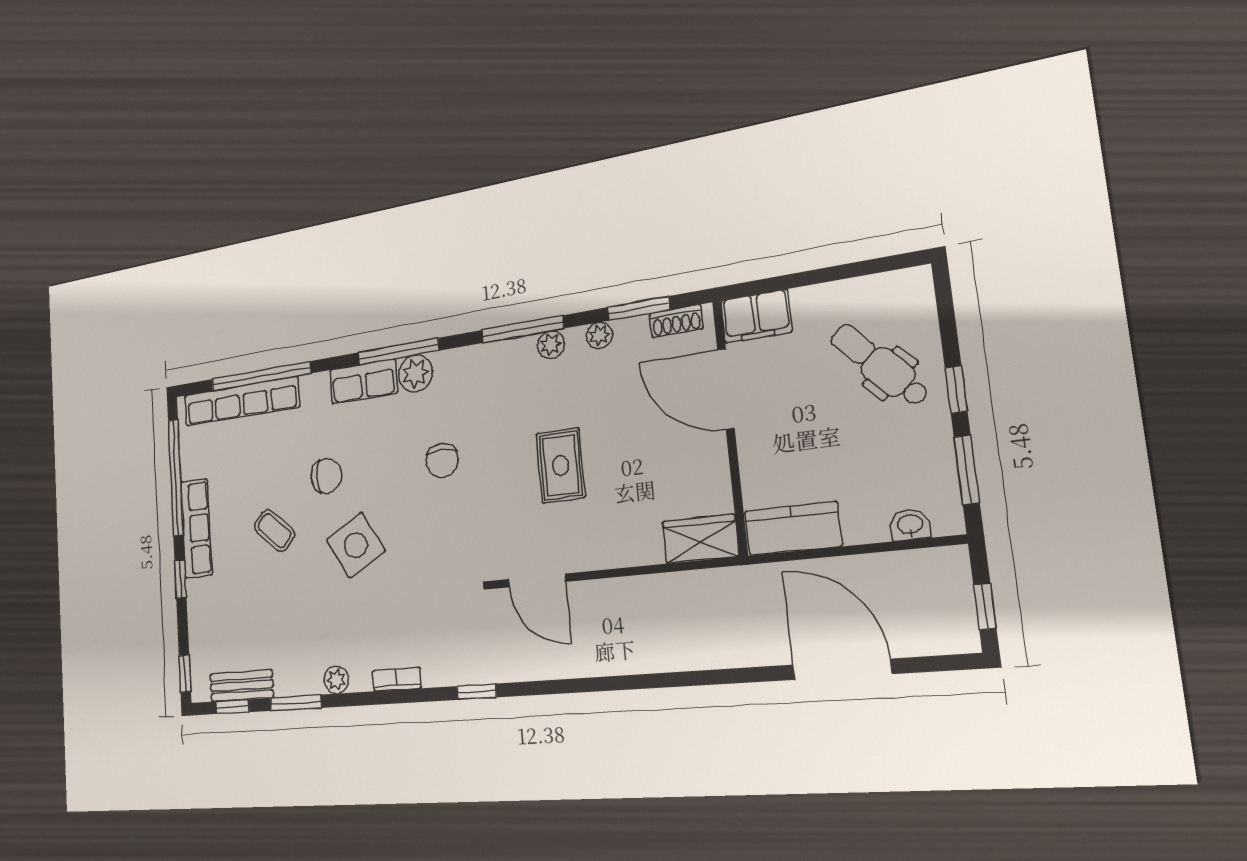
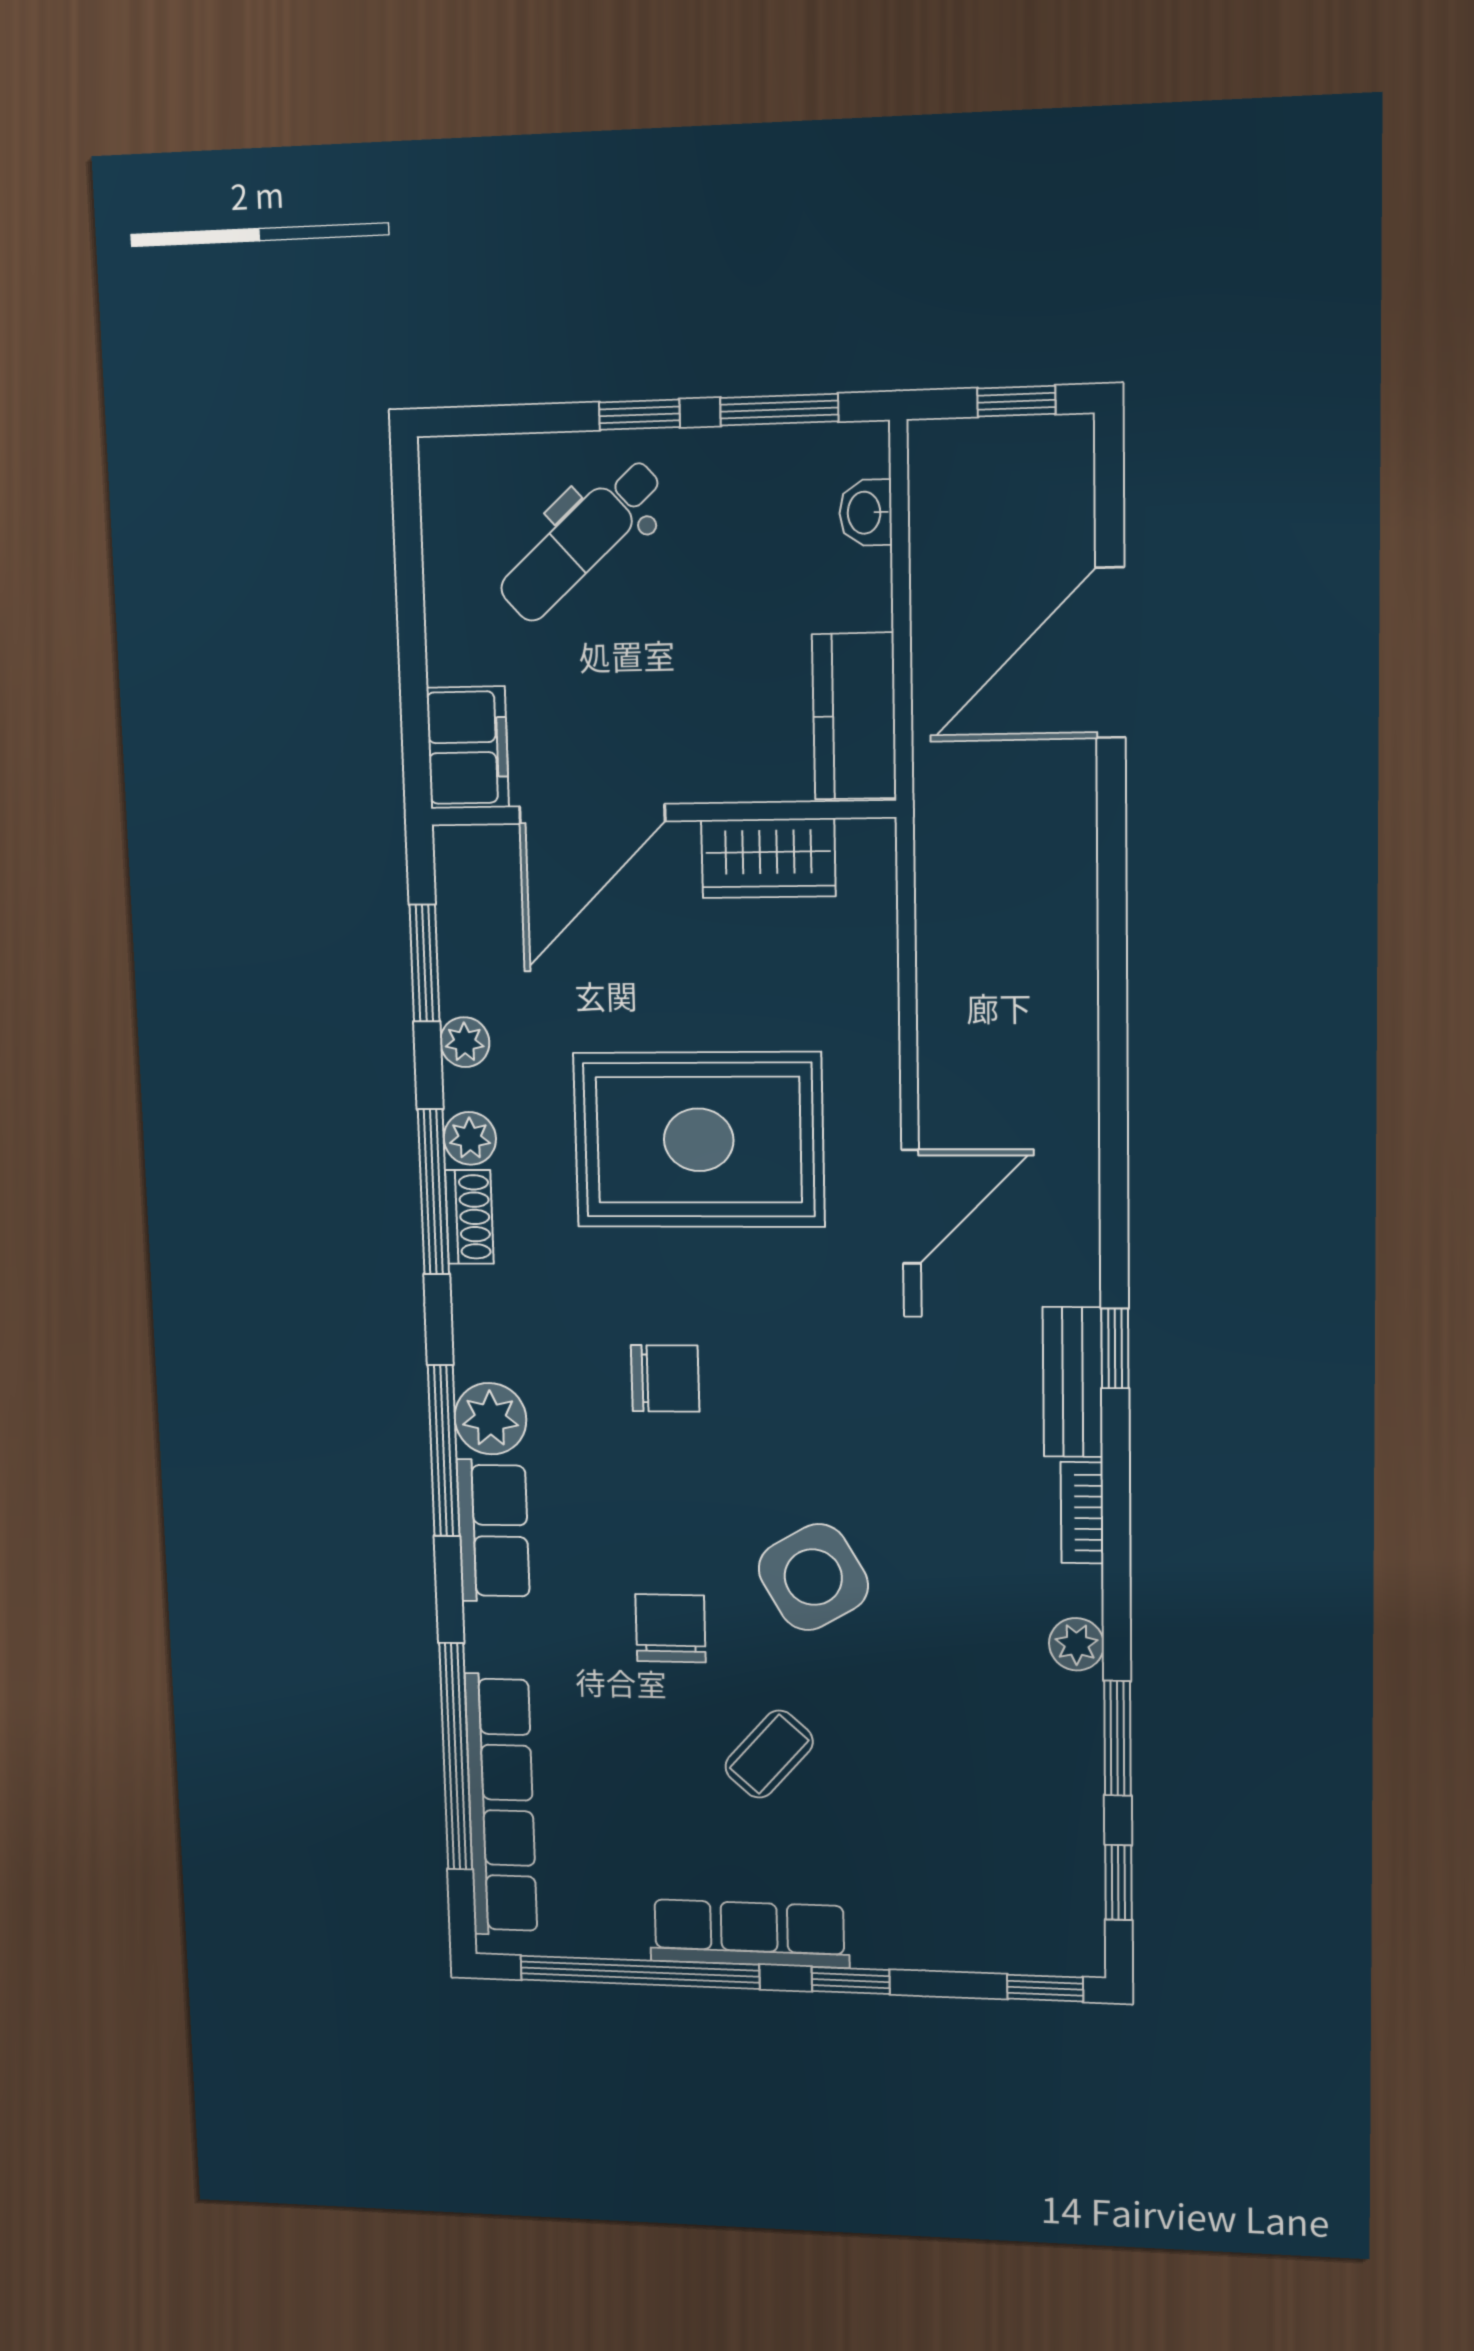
shoe rack: (676, 321) -> (469, 1217), moved
rug: (561, 465) -> (699, 1140), width x1.86, depth x2.06
wardrobe: (701, 539) -> (768, 858), moved, turned -90
bench: (242, 686) -> (1073, 1382), moved

